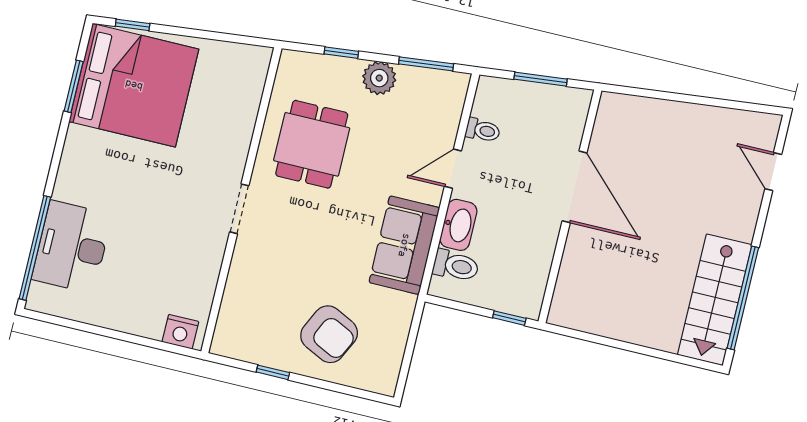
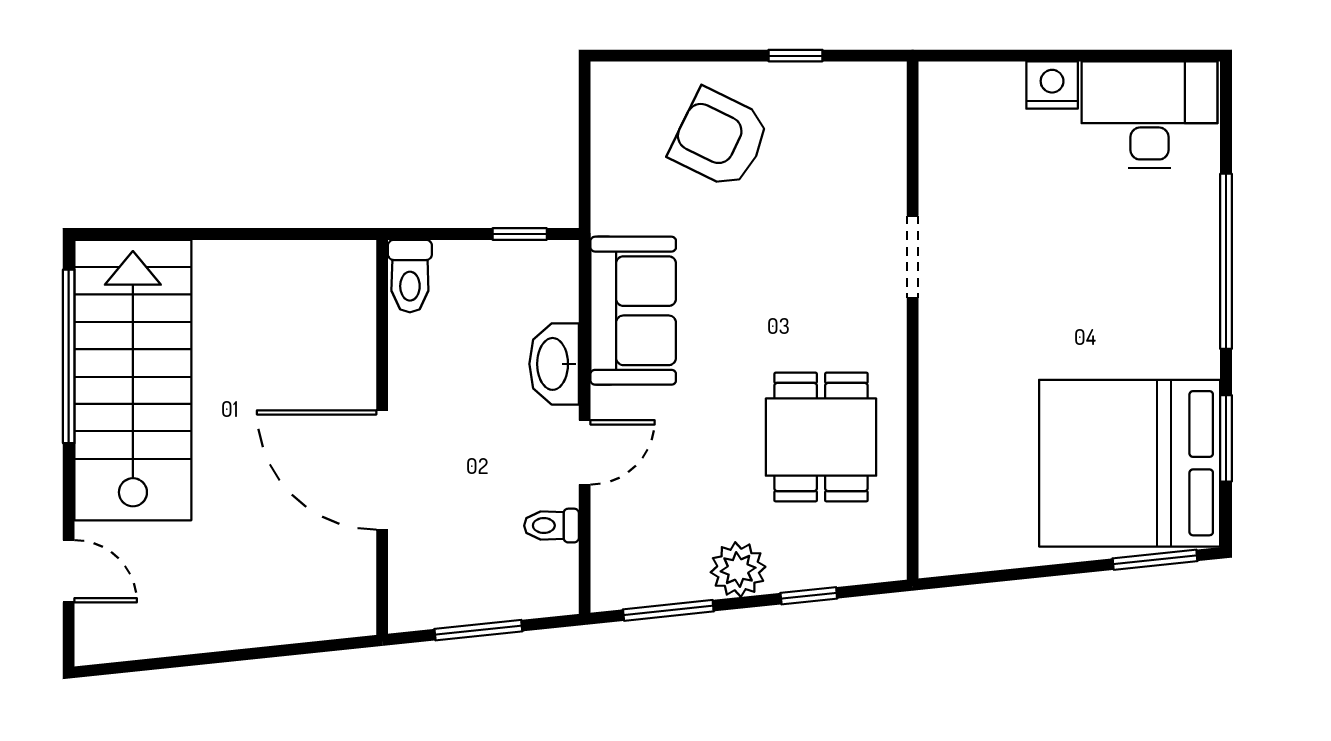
window: (133, 25) -> (1155, 560), width x1.50
doorway: (239, 209) -> (913, 257), moved
desk: (72, 247) -> (1150, 115), moved, turned -90
window: (35, 248) -> (1226, 261), moved
toilet: (456, 266) -> (410, 276), moved, turned -90
stairs: (715, 300) -> (133, 380), width x1.36, depth x1.51
window: (509, 318) -> (520, 234), moved
nightstand: (180, 332) -> (1052, 85), moved

